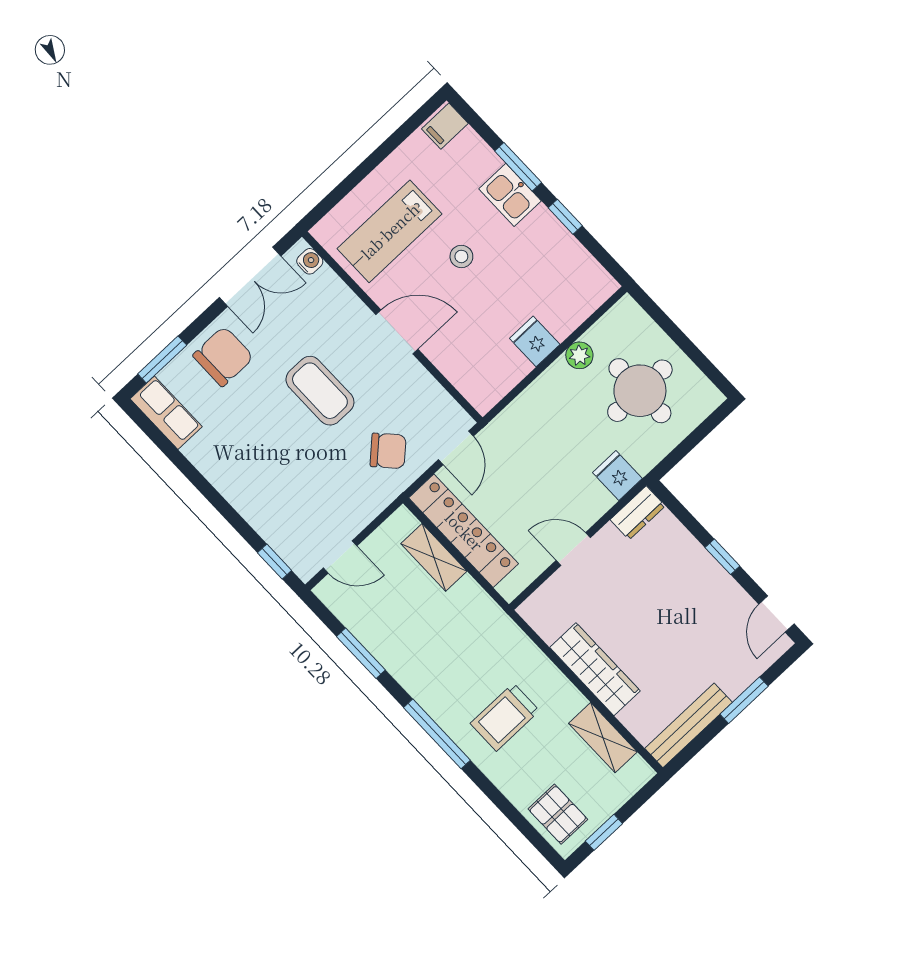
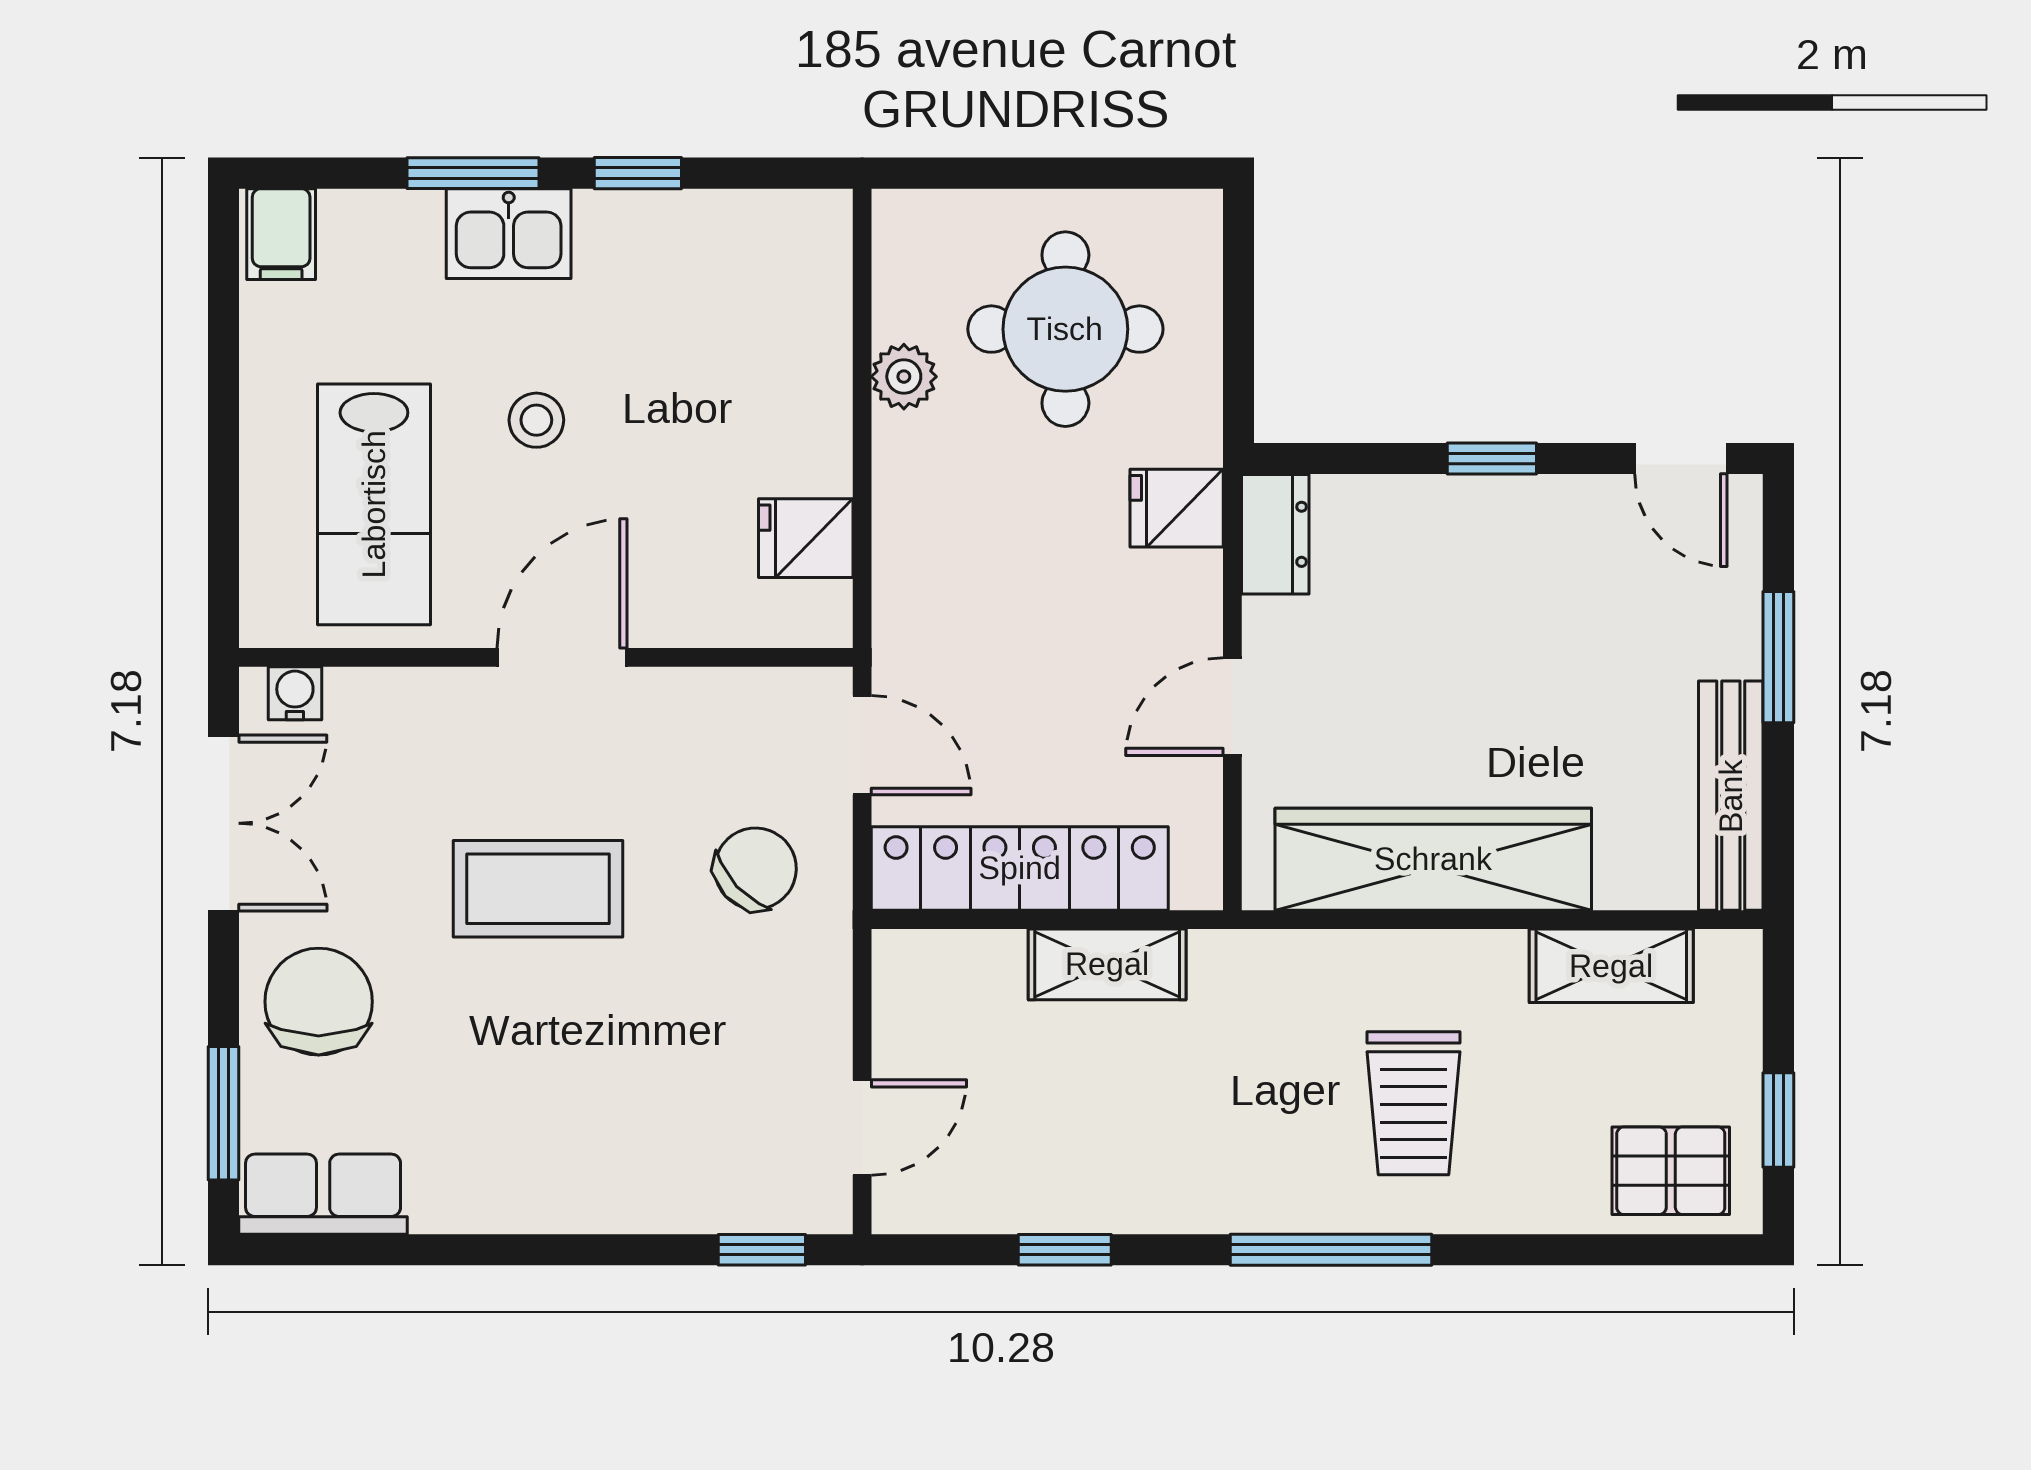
fridge: (535, 341) -> (806, 538), moved
shelving: (434, 557) -> (1107, 964), moved
window: (361, 653) -> (1065, 1250), width x0.67
wardrobe: (595, 669) -> (1433, 859), width x1.40, depth x1.17

